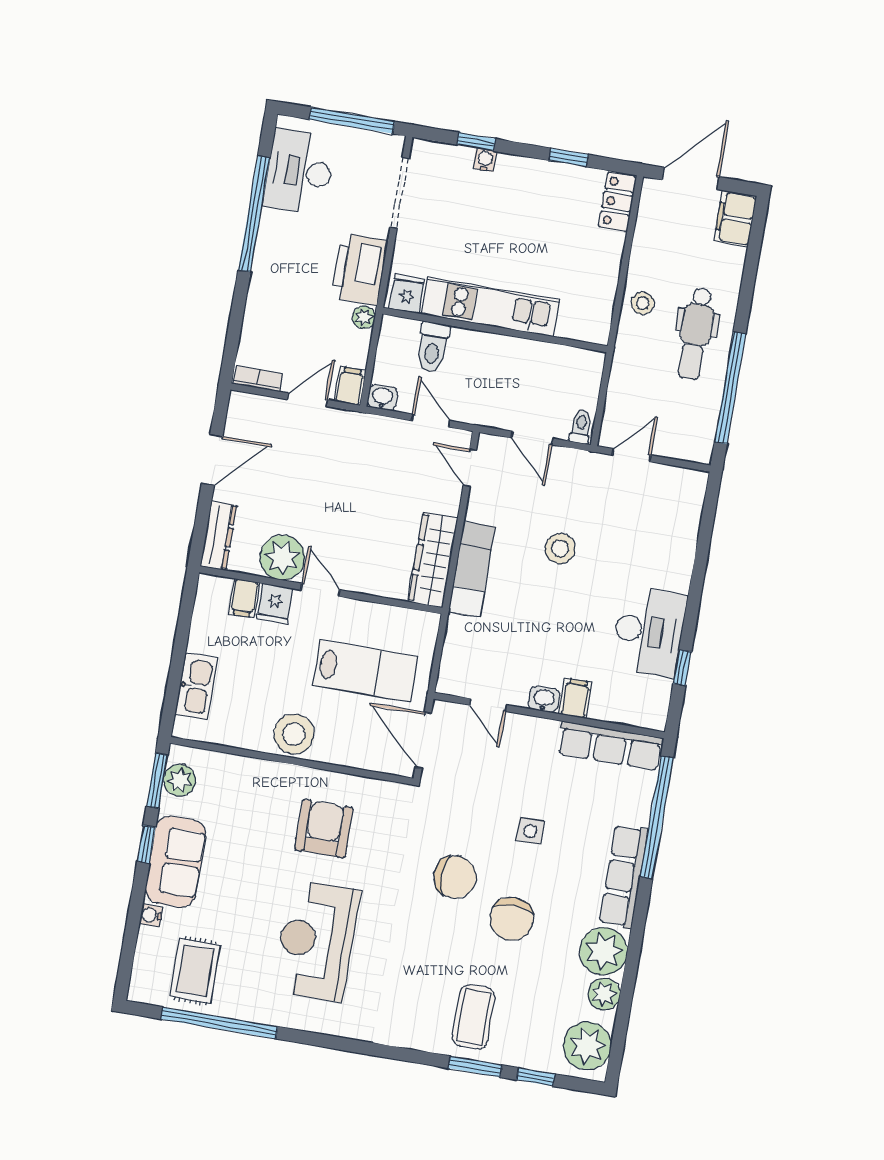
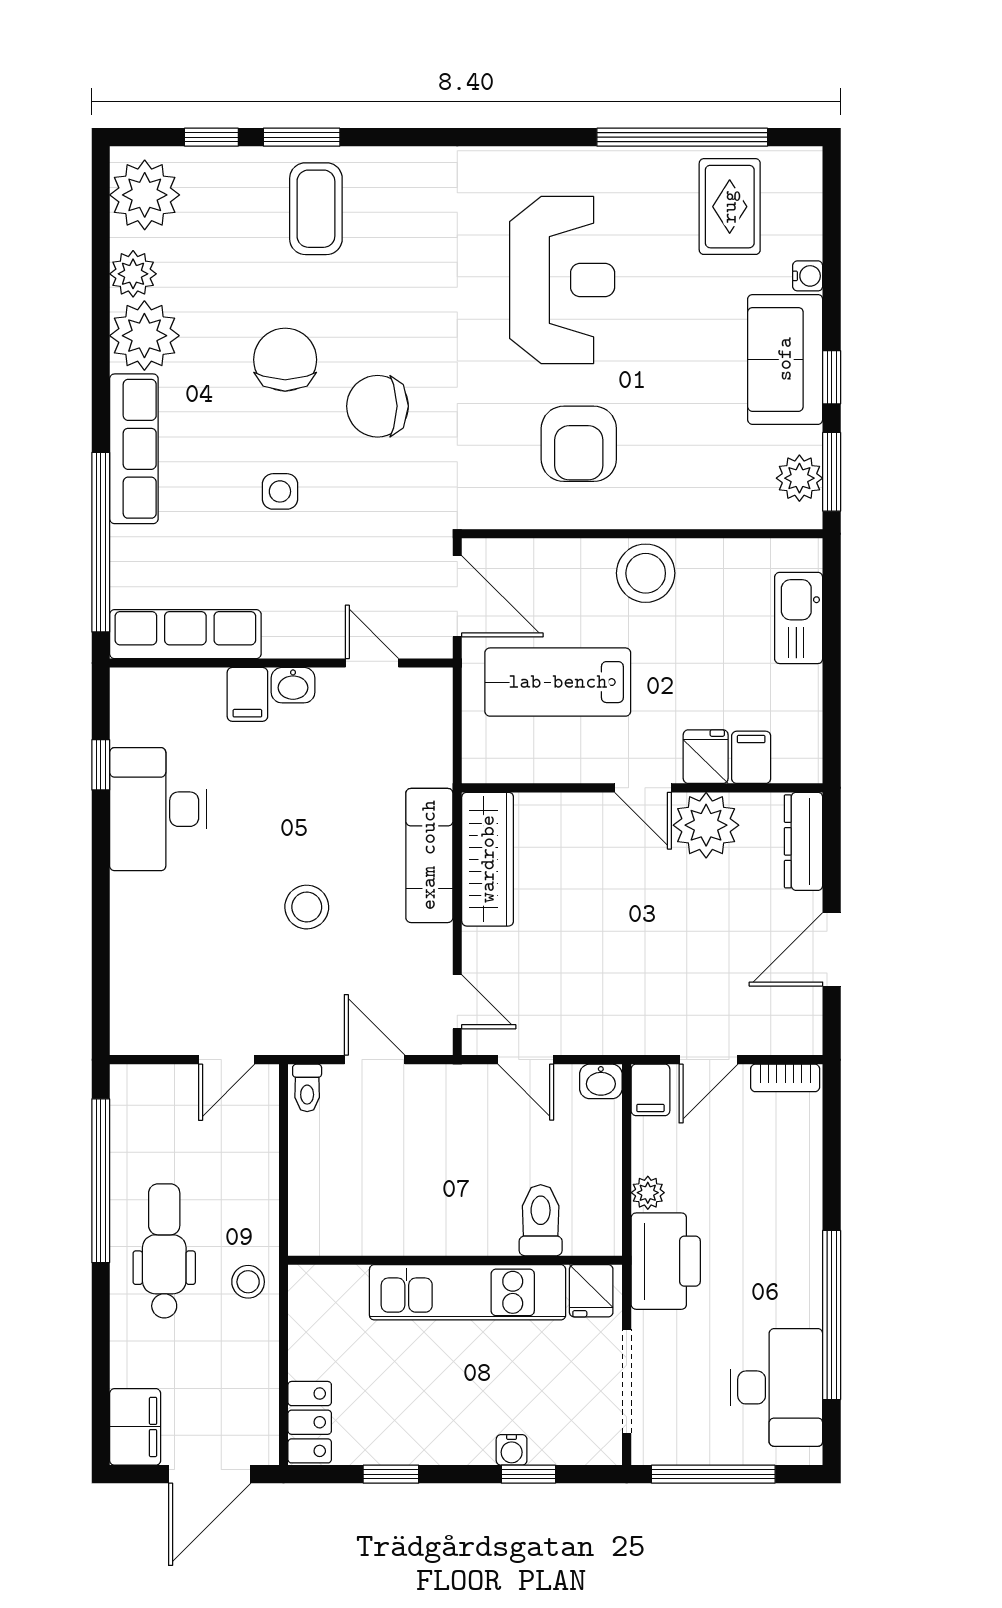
fridge: (407, 294) -> (591, 1291), moved
kitchen unit: (490, 307) -> (468, 1292), moved
wall: (495, 330) -> (455, 1260), moved
toilet: (433, 347) -> (541, 1220), moved

